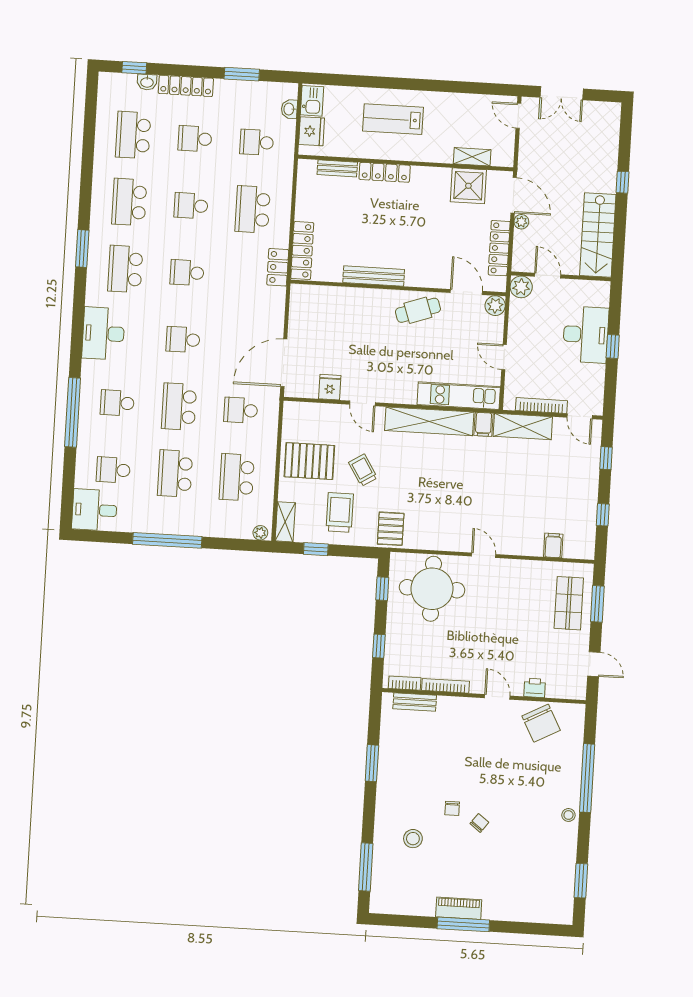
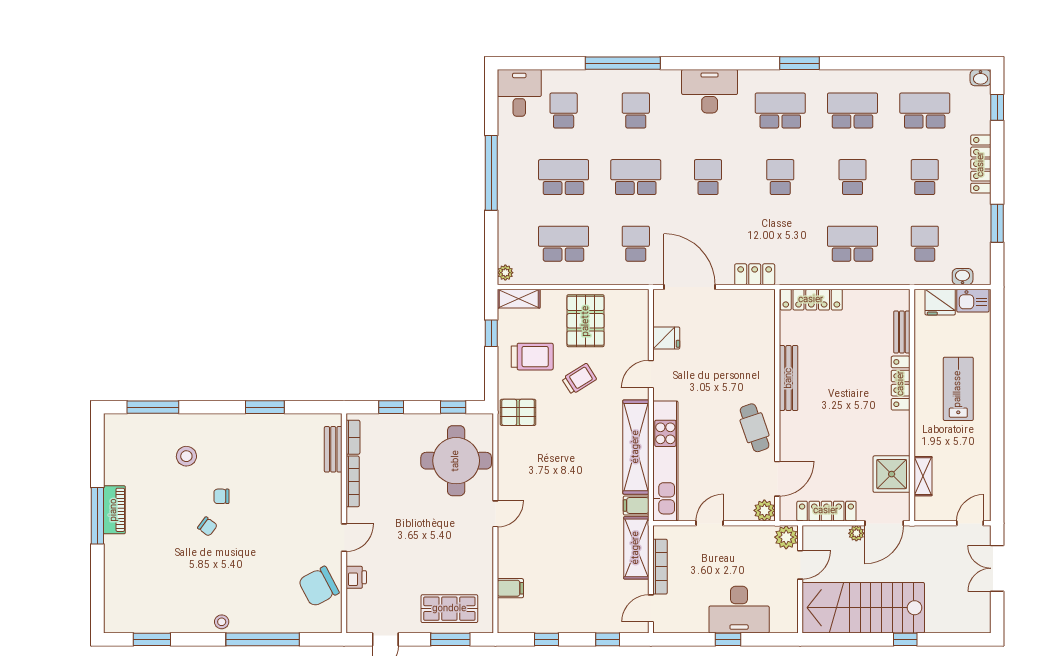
washbasin: (147, 82) -> (981, 78), moved, turned -90
stairs: (598, 235) -> (863, 608), width x1.36, depth x1.51
locker: (278, 267) -> (755, 274), moved
kitchen unit: (459, 396) -> (665, 461), width x1.36

